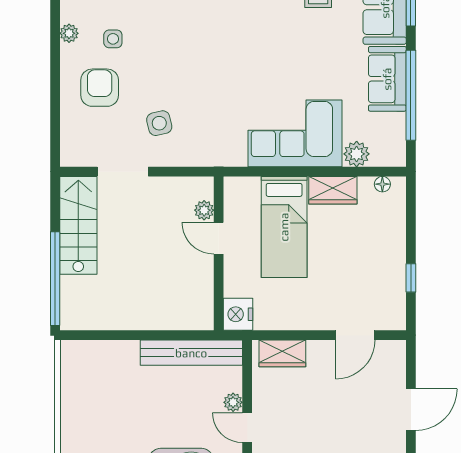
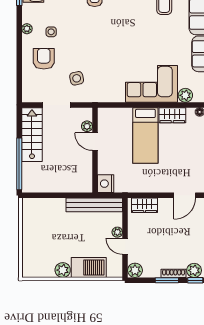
plant: (204, 210) -> (87, 126), moved
door: (219, 238) -> (95, 142), moved
wall: (219, 253) -> (95, 150), moved
nightstand: (238, 314) -> (106, 184), moved

